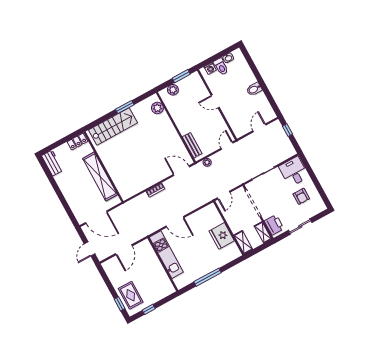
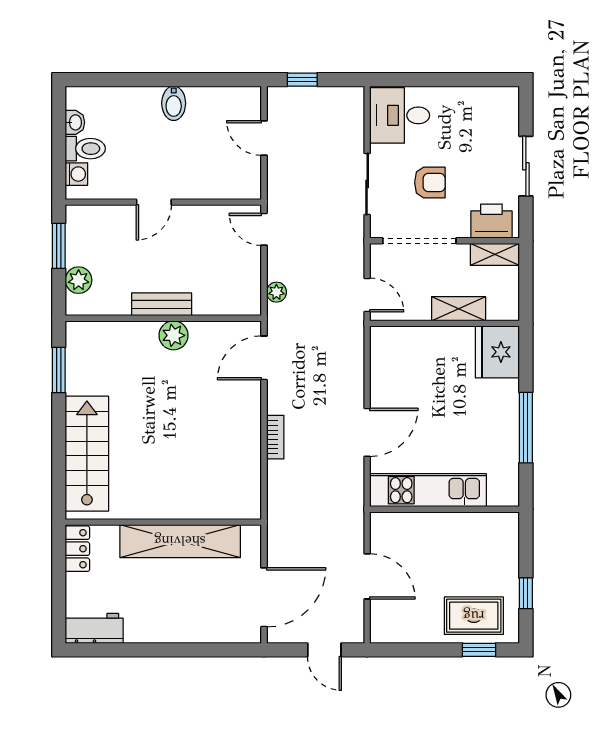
window: (125, 107) -> (59, 370), moved
plant: (157, 108) -> (174, 335), moved
bench: (192, 145) -> (162, 304), moved
armchair: (301, 196) -> (430, 182), moved
fridge: (222, 236) -> (497, 352), moved, turned 90
shelving: (243, 242) -> (459, 309), moved

